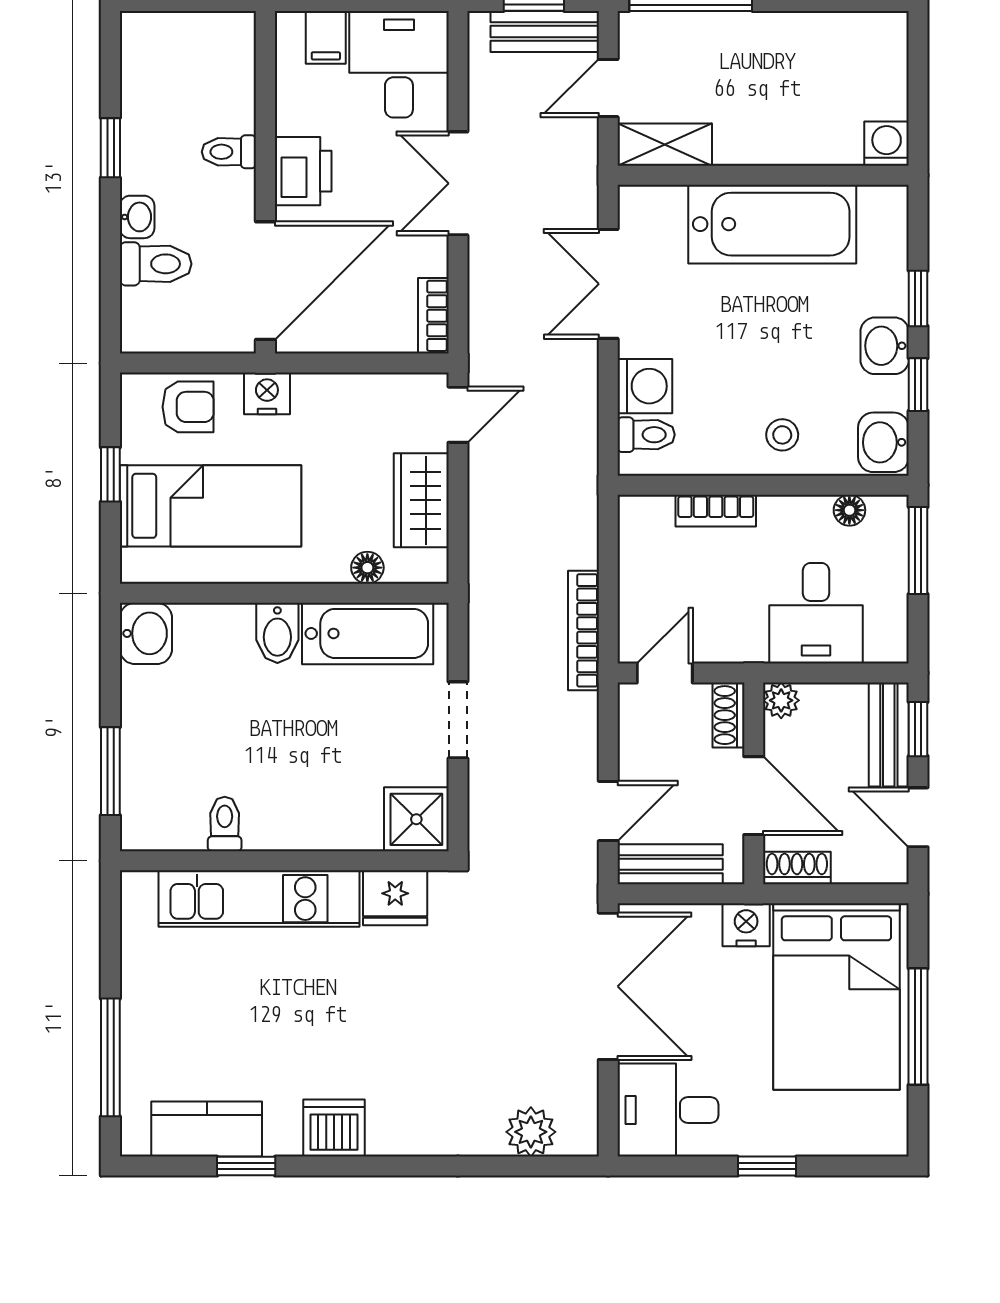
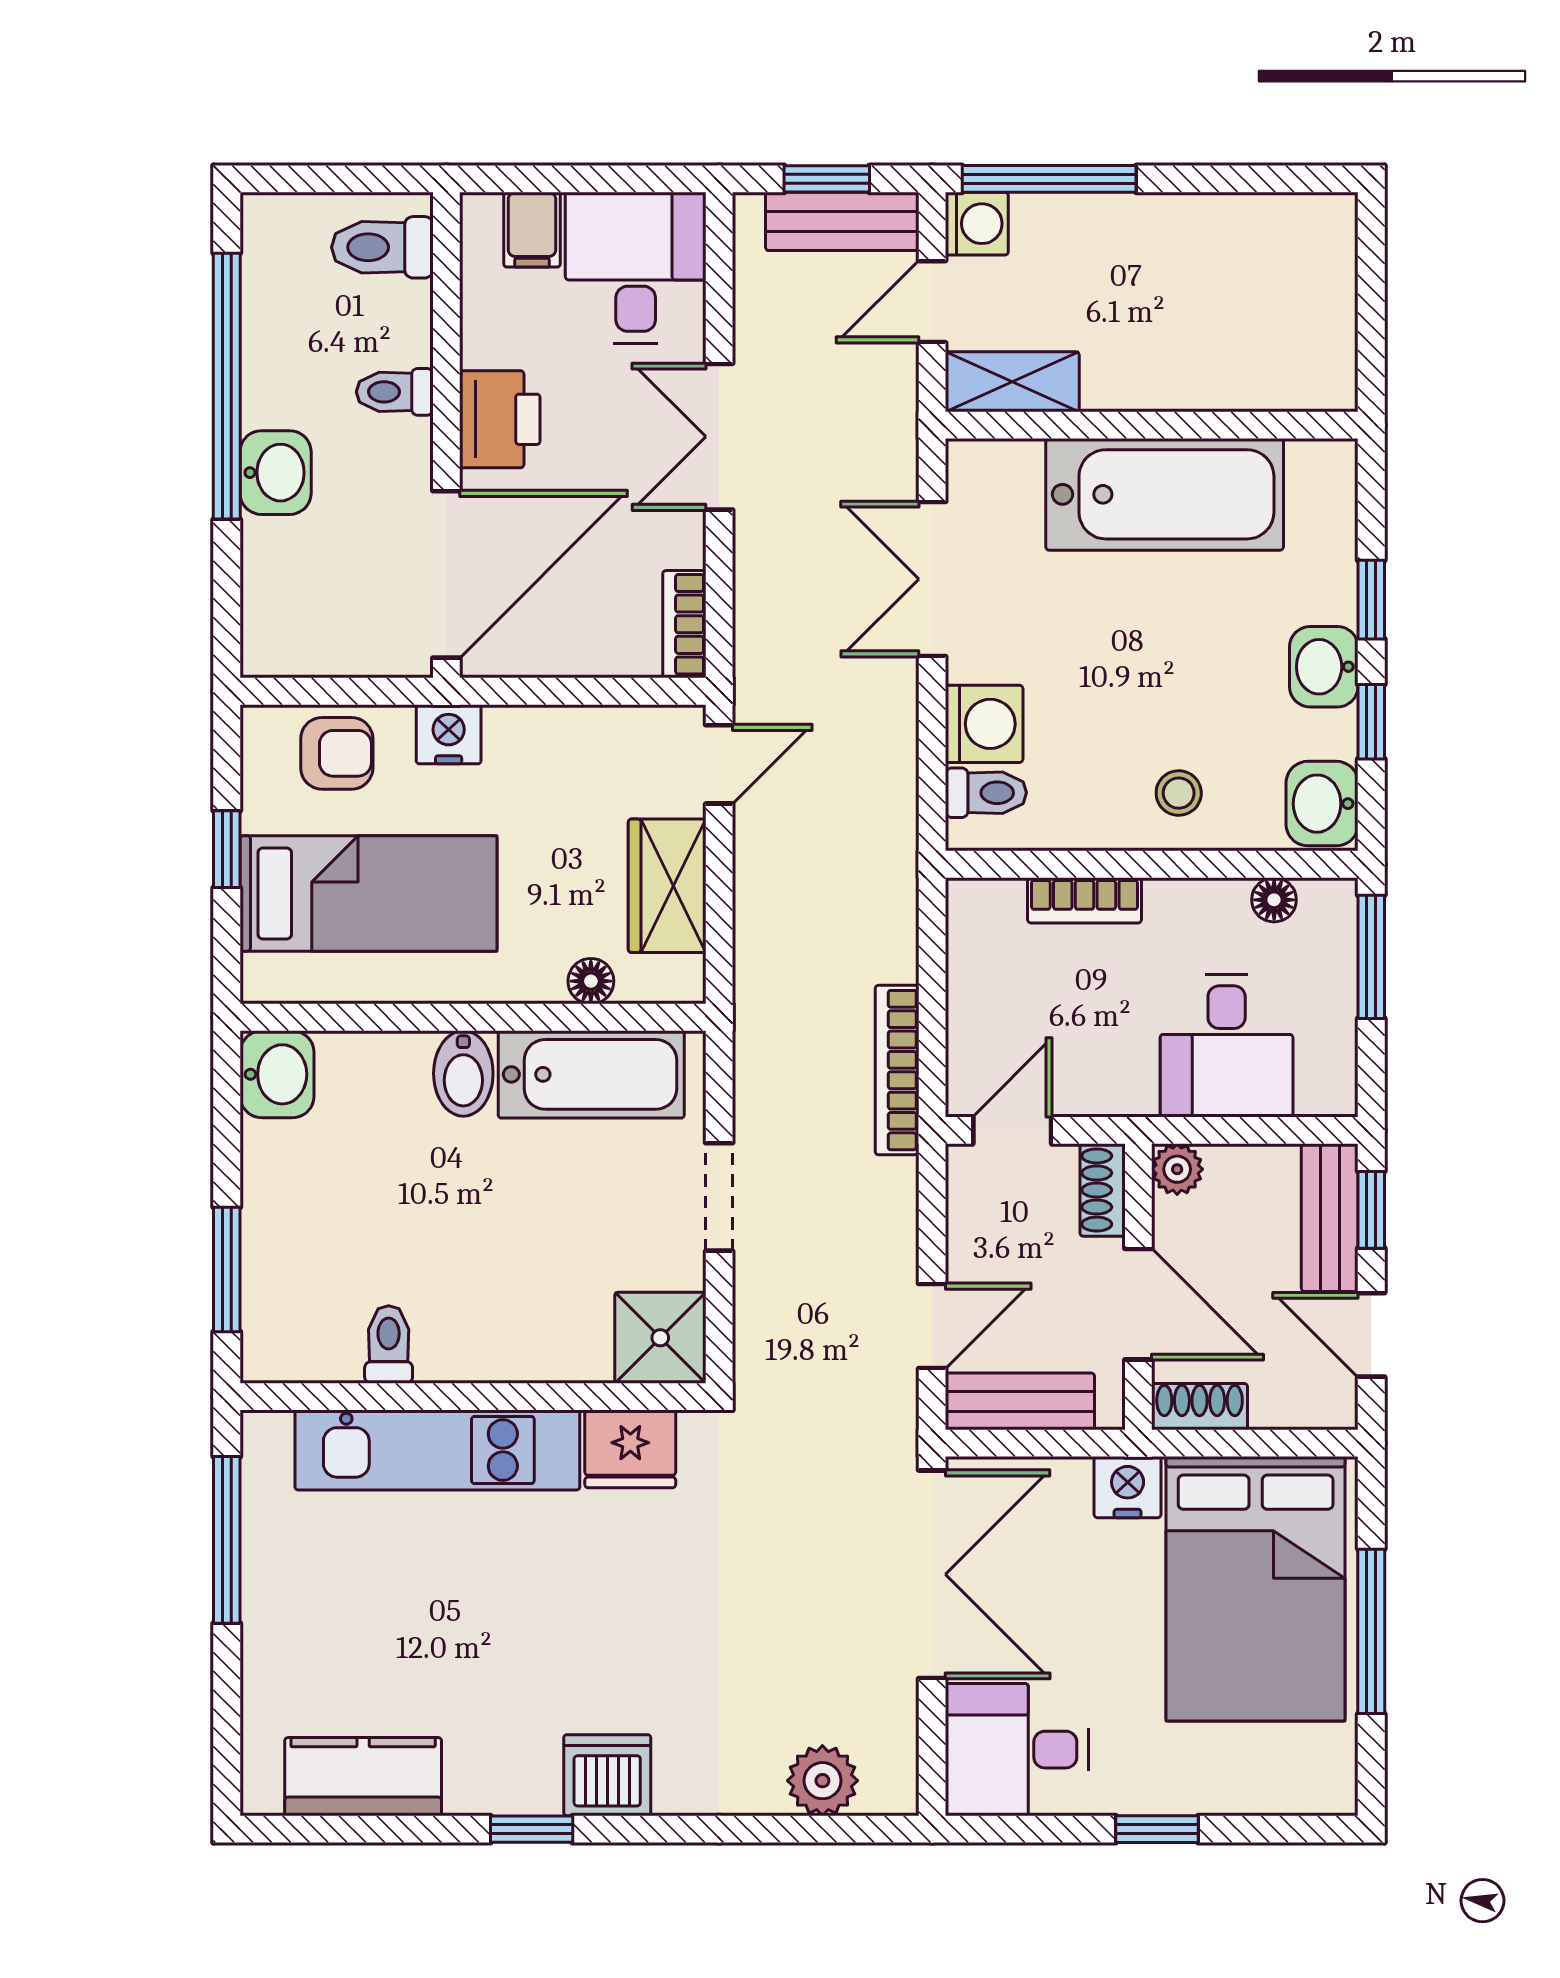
washing machine: (887, 144) -> (977, 224), moved, turned 90
window: (110, 148) -> (227, 386), width x3.17
washbasin: (137, 217) -> (276, 473), width x1.38, depth x1.45
toilet: (156, 264) -> (382, 247), moved, turned 180
window: (110, 1057) -> (227, 1540), moved
dishwasher: (334, 1128) -> (607, 1775), moved
window: (246, 1166) -> (532, 1829), moved

